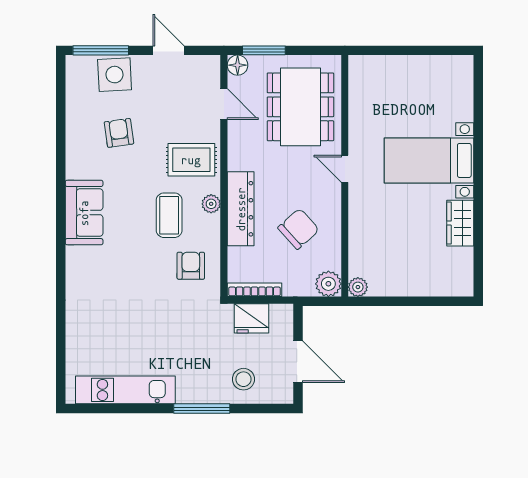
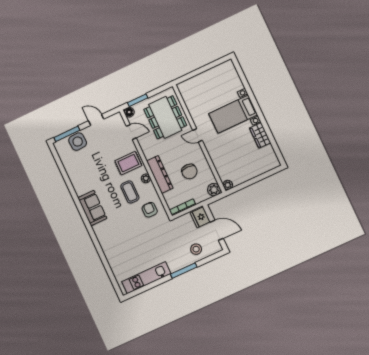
armchair: (119, 133) -> (91, 166), removed
chair: (299, 229) -> (189, 171), turned 132
fridge: (251, 318) -> (200, 217), moved, turned 90

